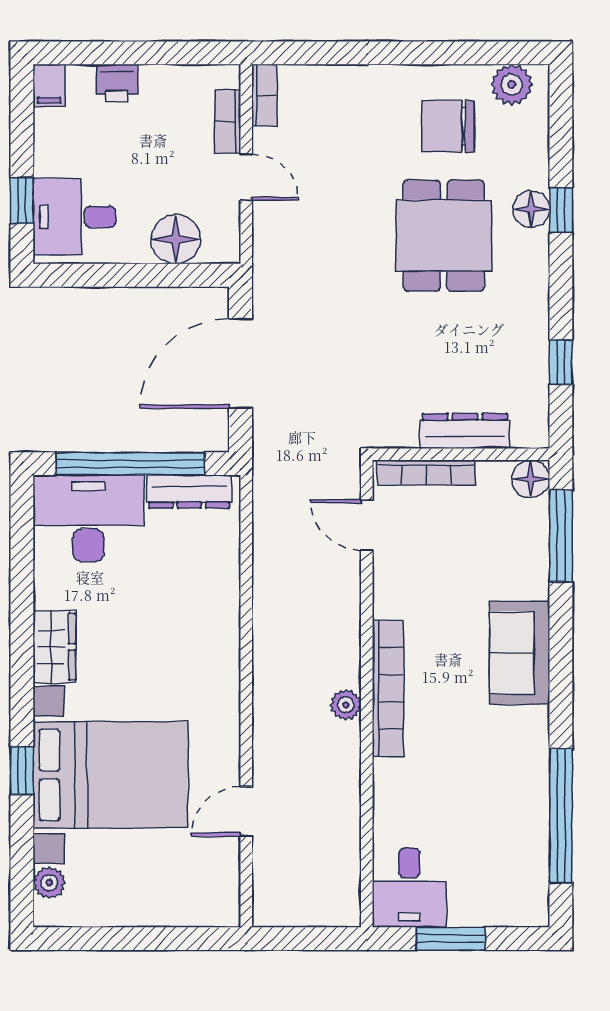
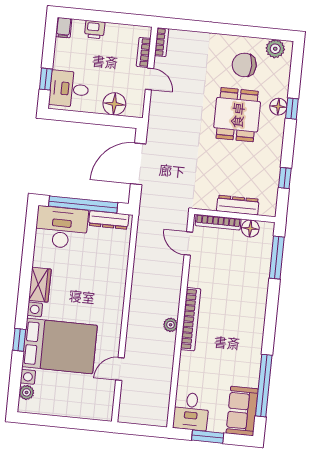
floor lamp: (531, 479) -> (250, 228), moved
sofa: (520, 653) -> (242, 411), moved

